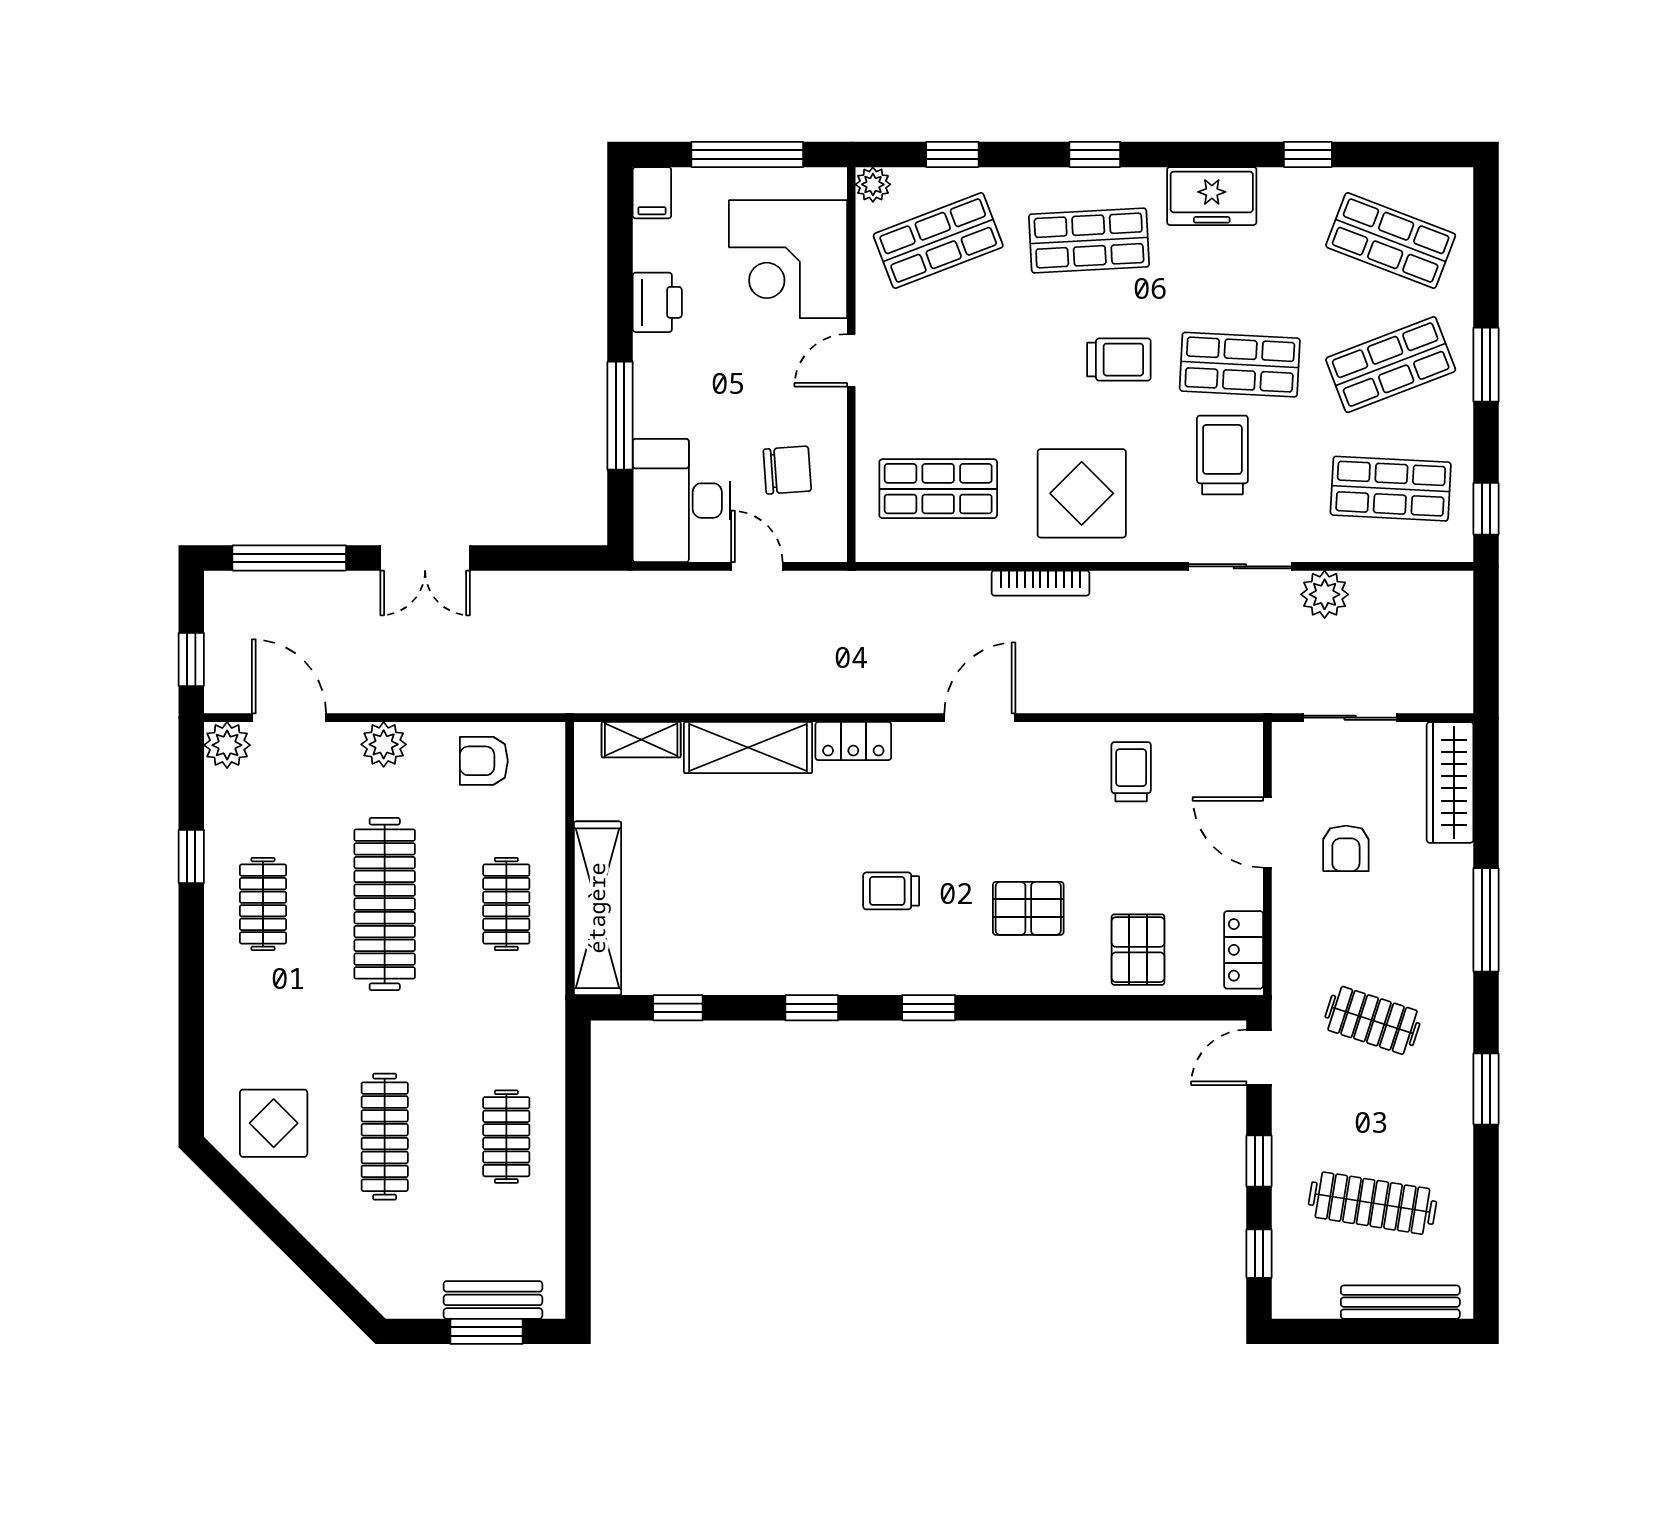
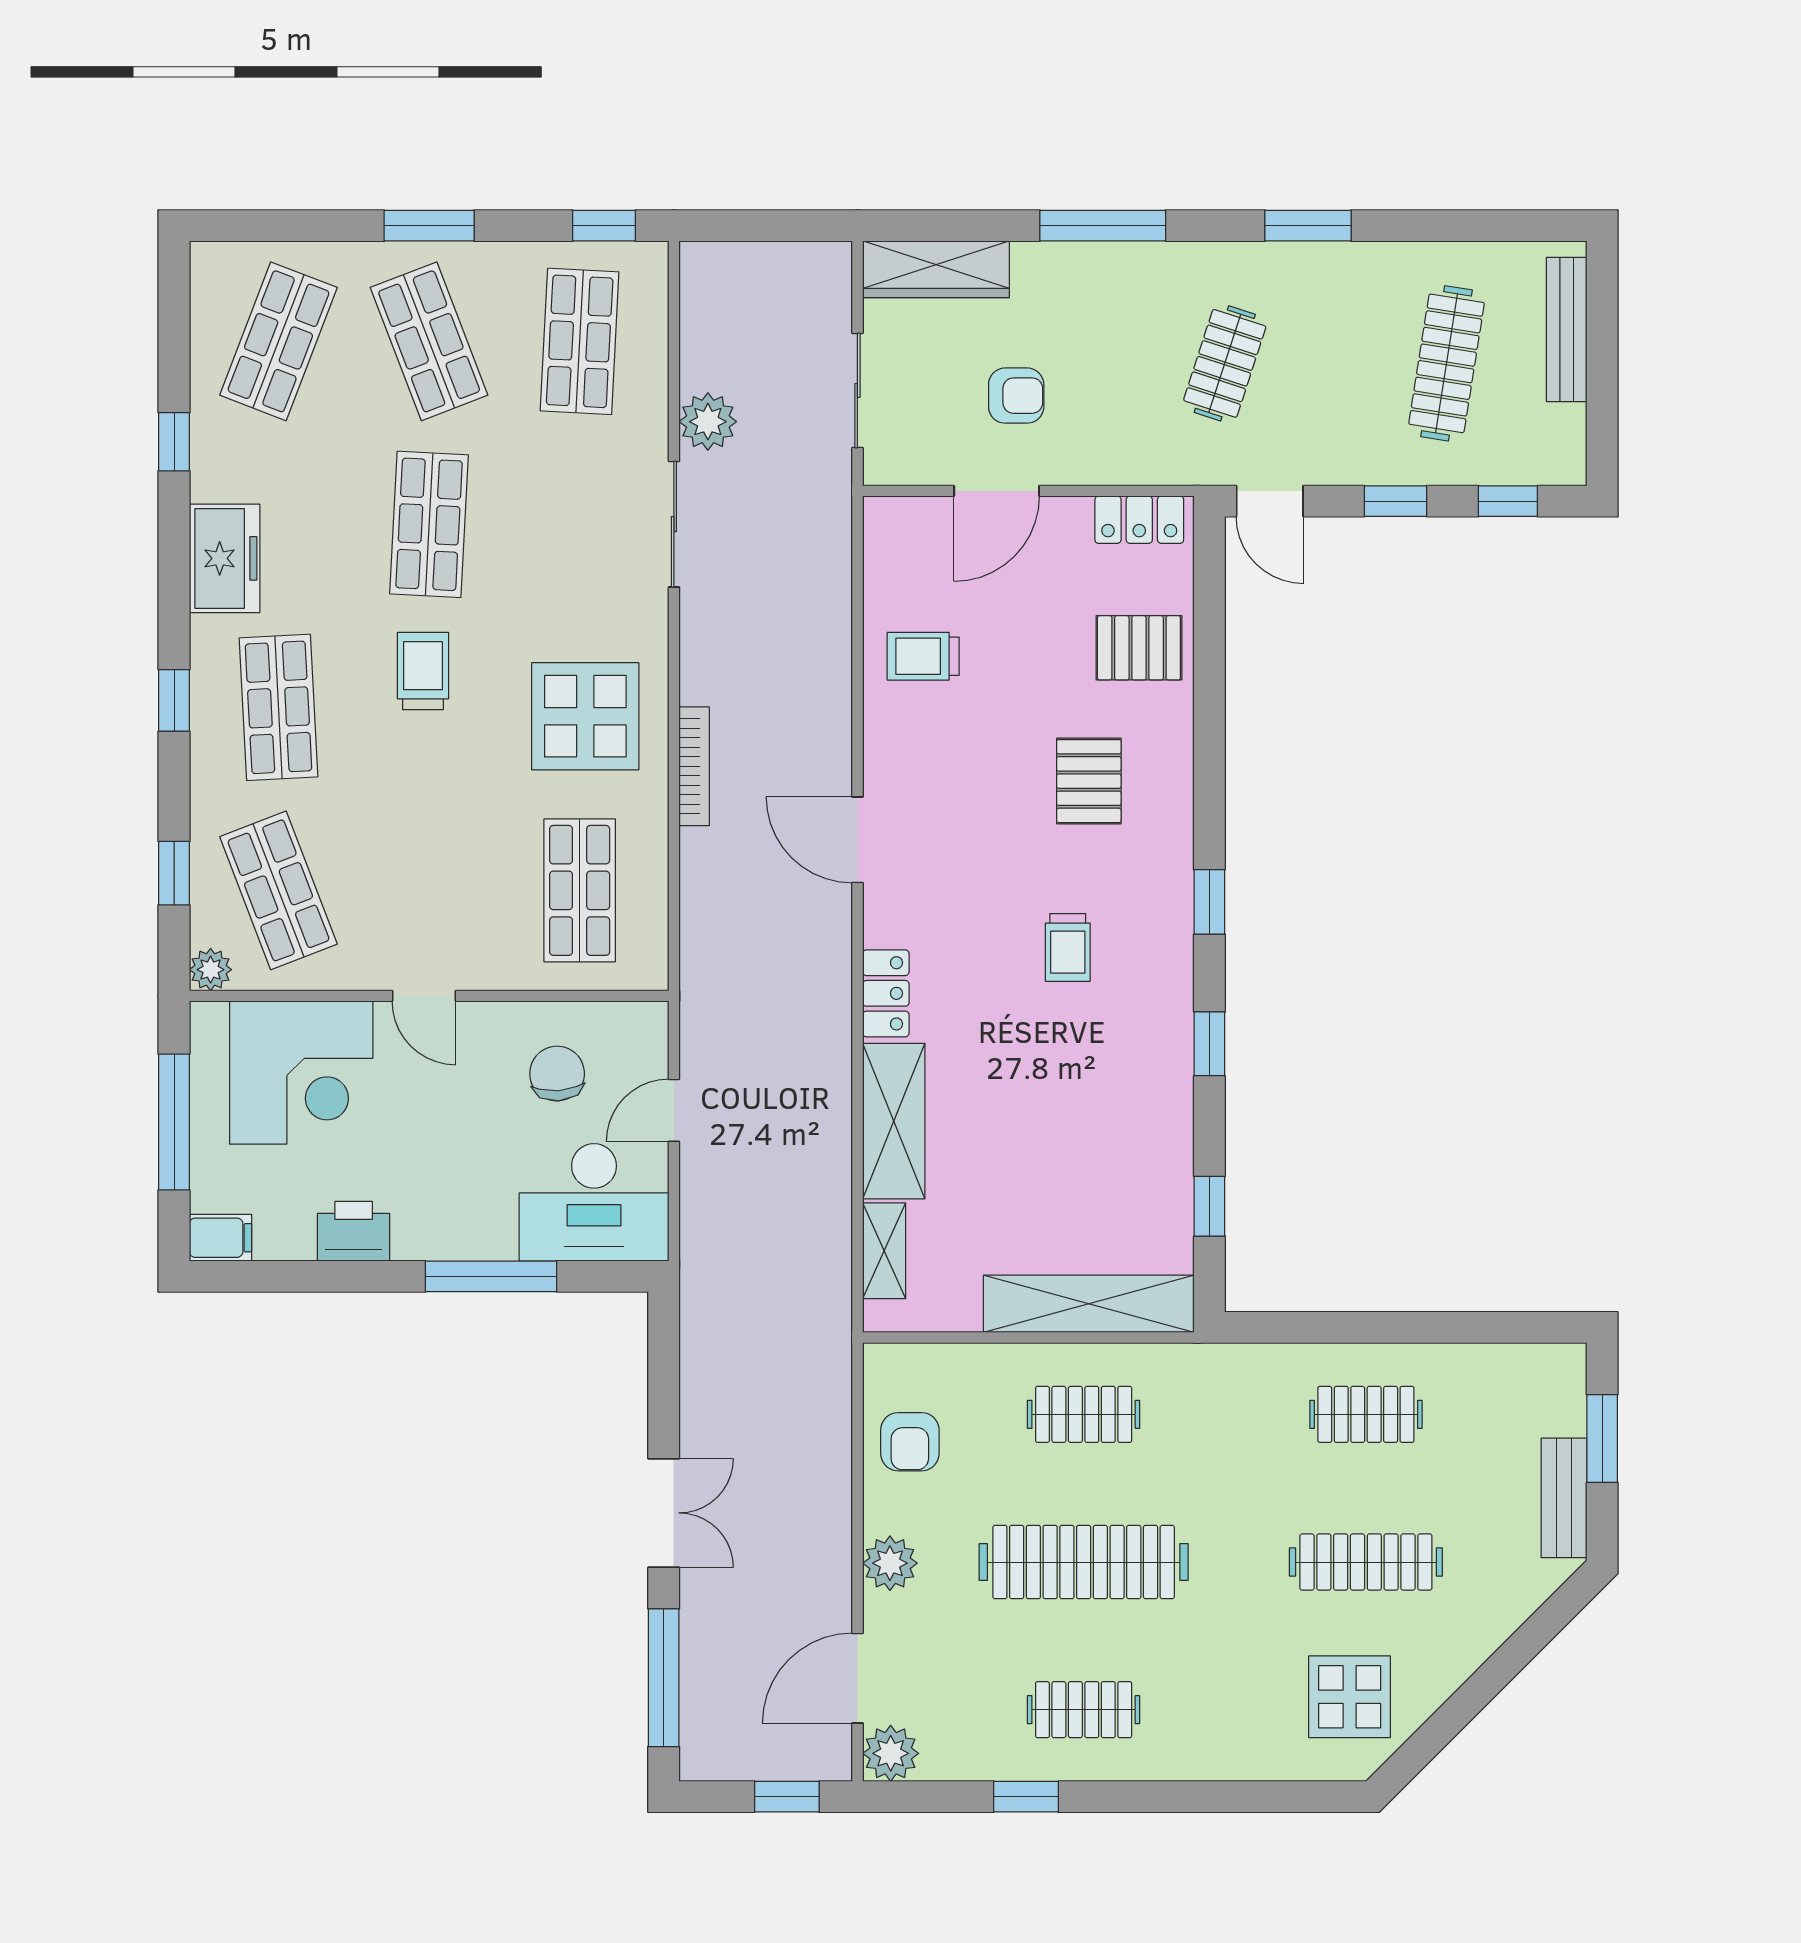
trolley: (1222, 455) -> (539, 545), removed
bench: (493, 1300) -> (1564, 1498), moved

